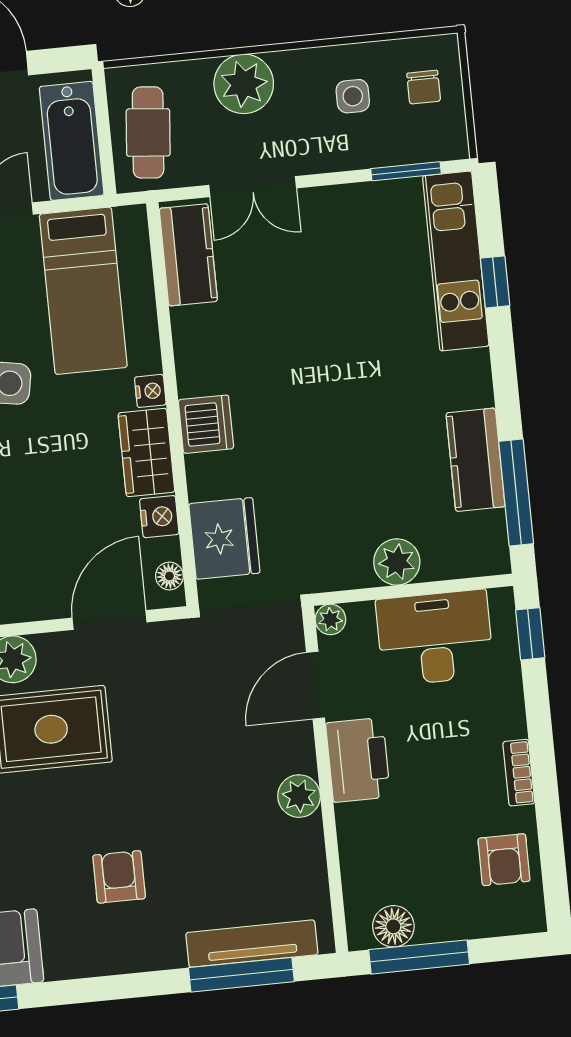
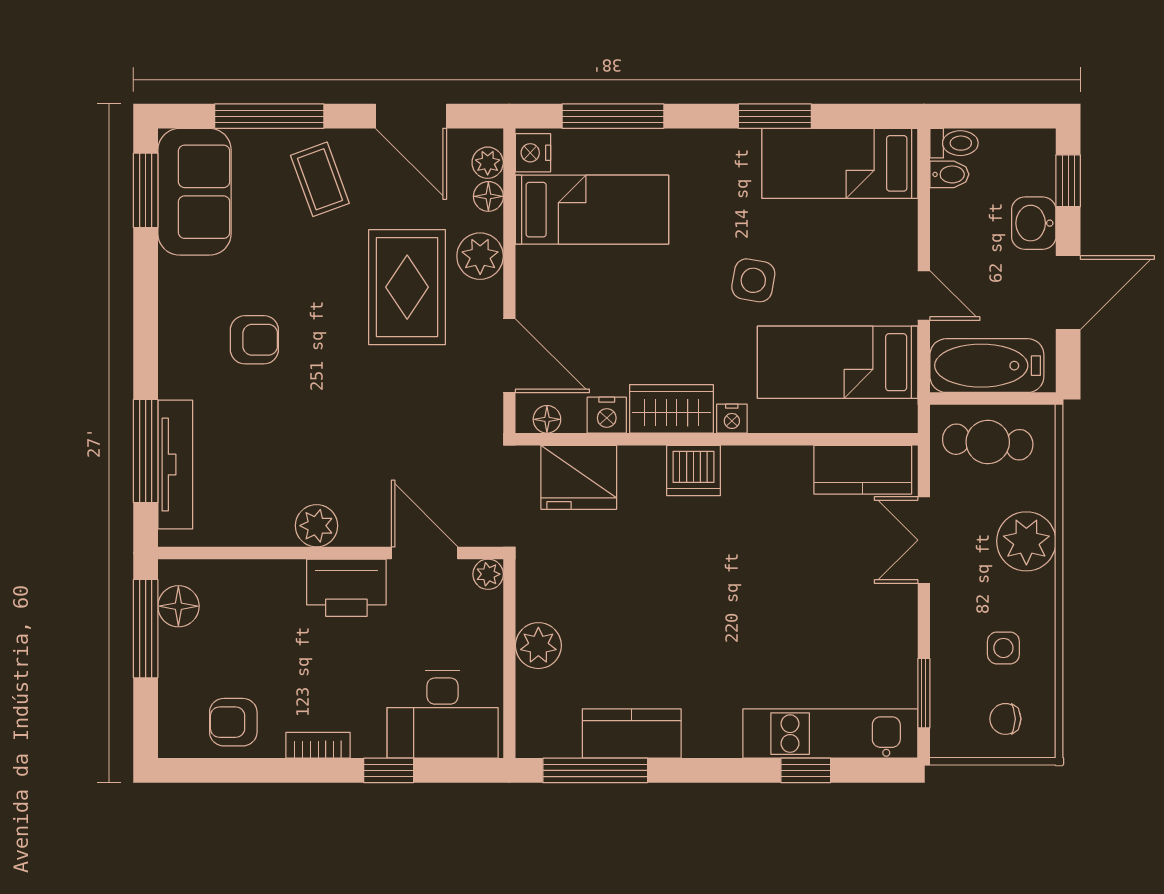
window: (530, 634) -> (389, 770), moved
desk: (435, 638) -> (443, 715), moved, turned 90

